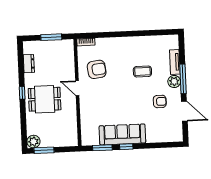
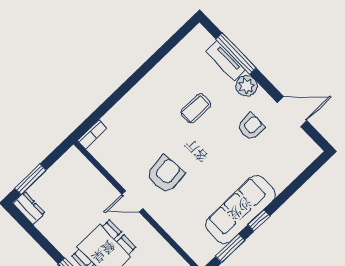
window: (51, 37) -> (30, 179), moved
dresser: (29, 64) -> (29, 208), moved
armchair: (97, 69) -> (165, 175), moved
window: (183, 79) -> (236, 54), moved

